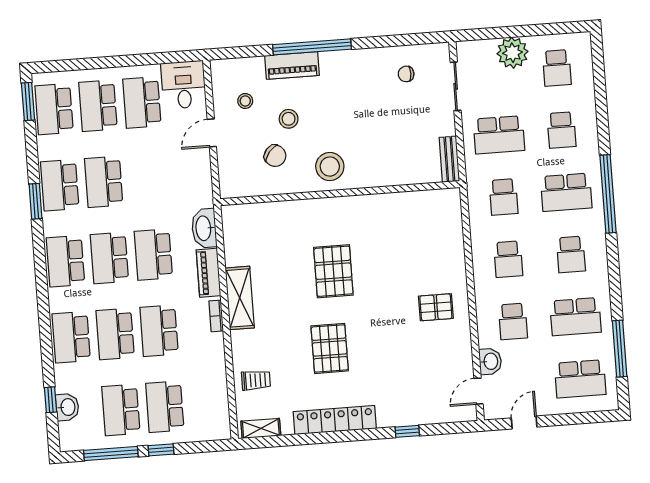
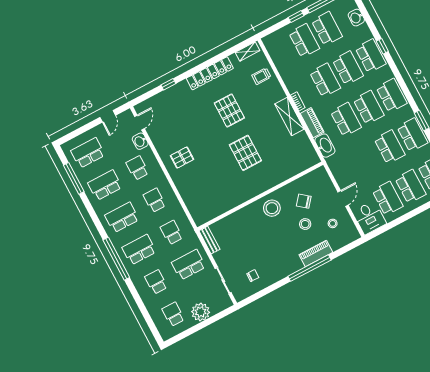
school desk: (571, 254) -> (122, 217), width x1.85
window: (50, 400) -> (382, 46), moved

